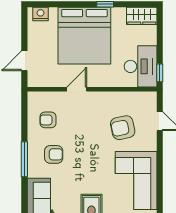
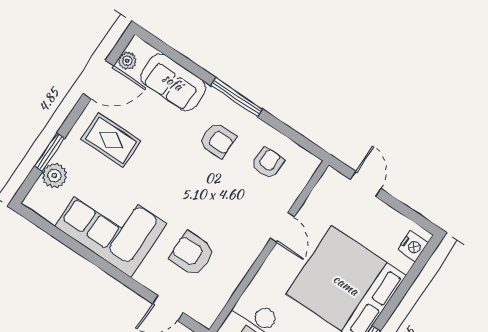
armchair: (123, 128) -> (192, 254), turned -78
armchair: (54, 154) -> (218, 140), turned -90

